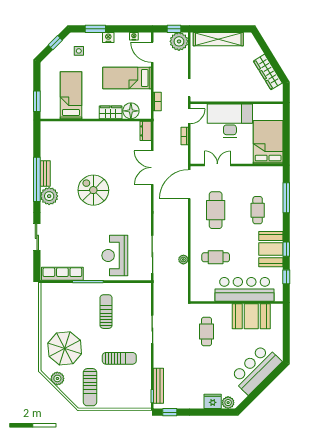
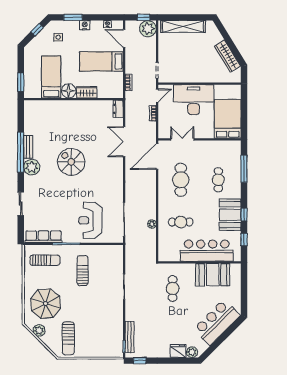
floor lamp: (131, 111) -> (69, 91), moved
sun lounger: (119, 358) -> (45, 260), moved

